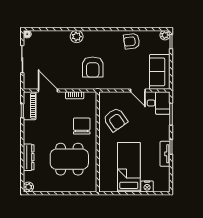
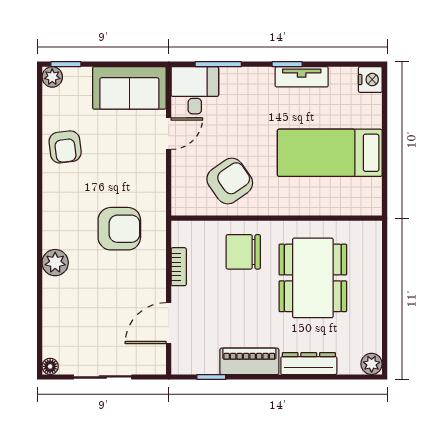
piano: (30, 106) -> (249, 361), moved
nightstand: (147, 186) -> (370, 80), moved

